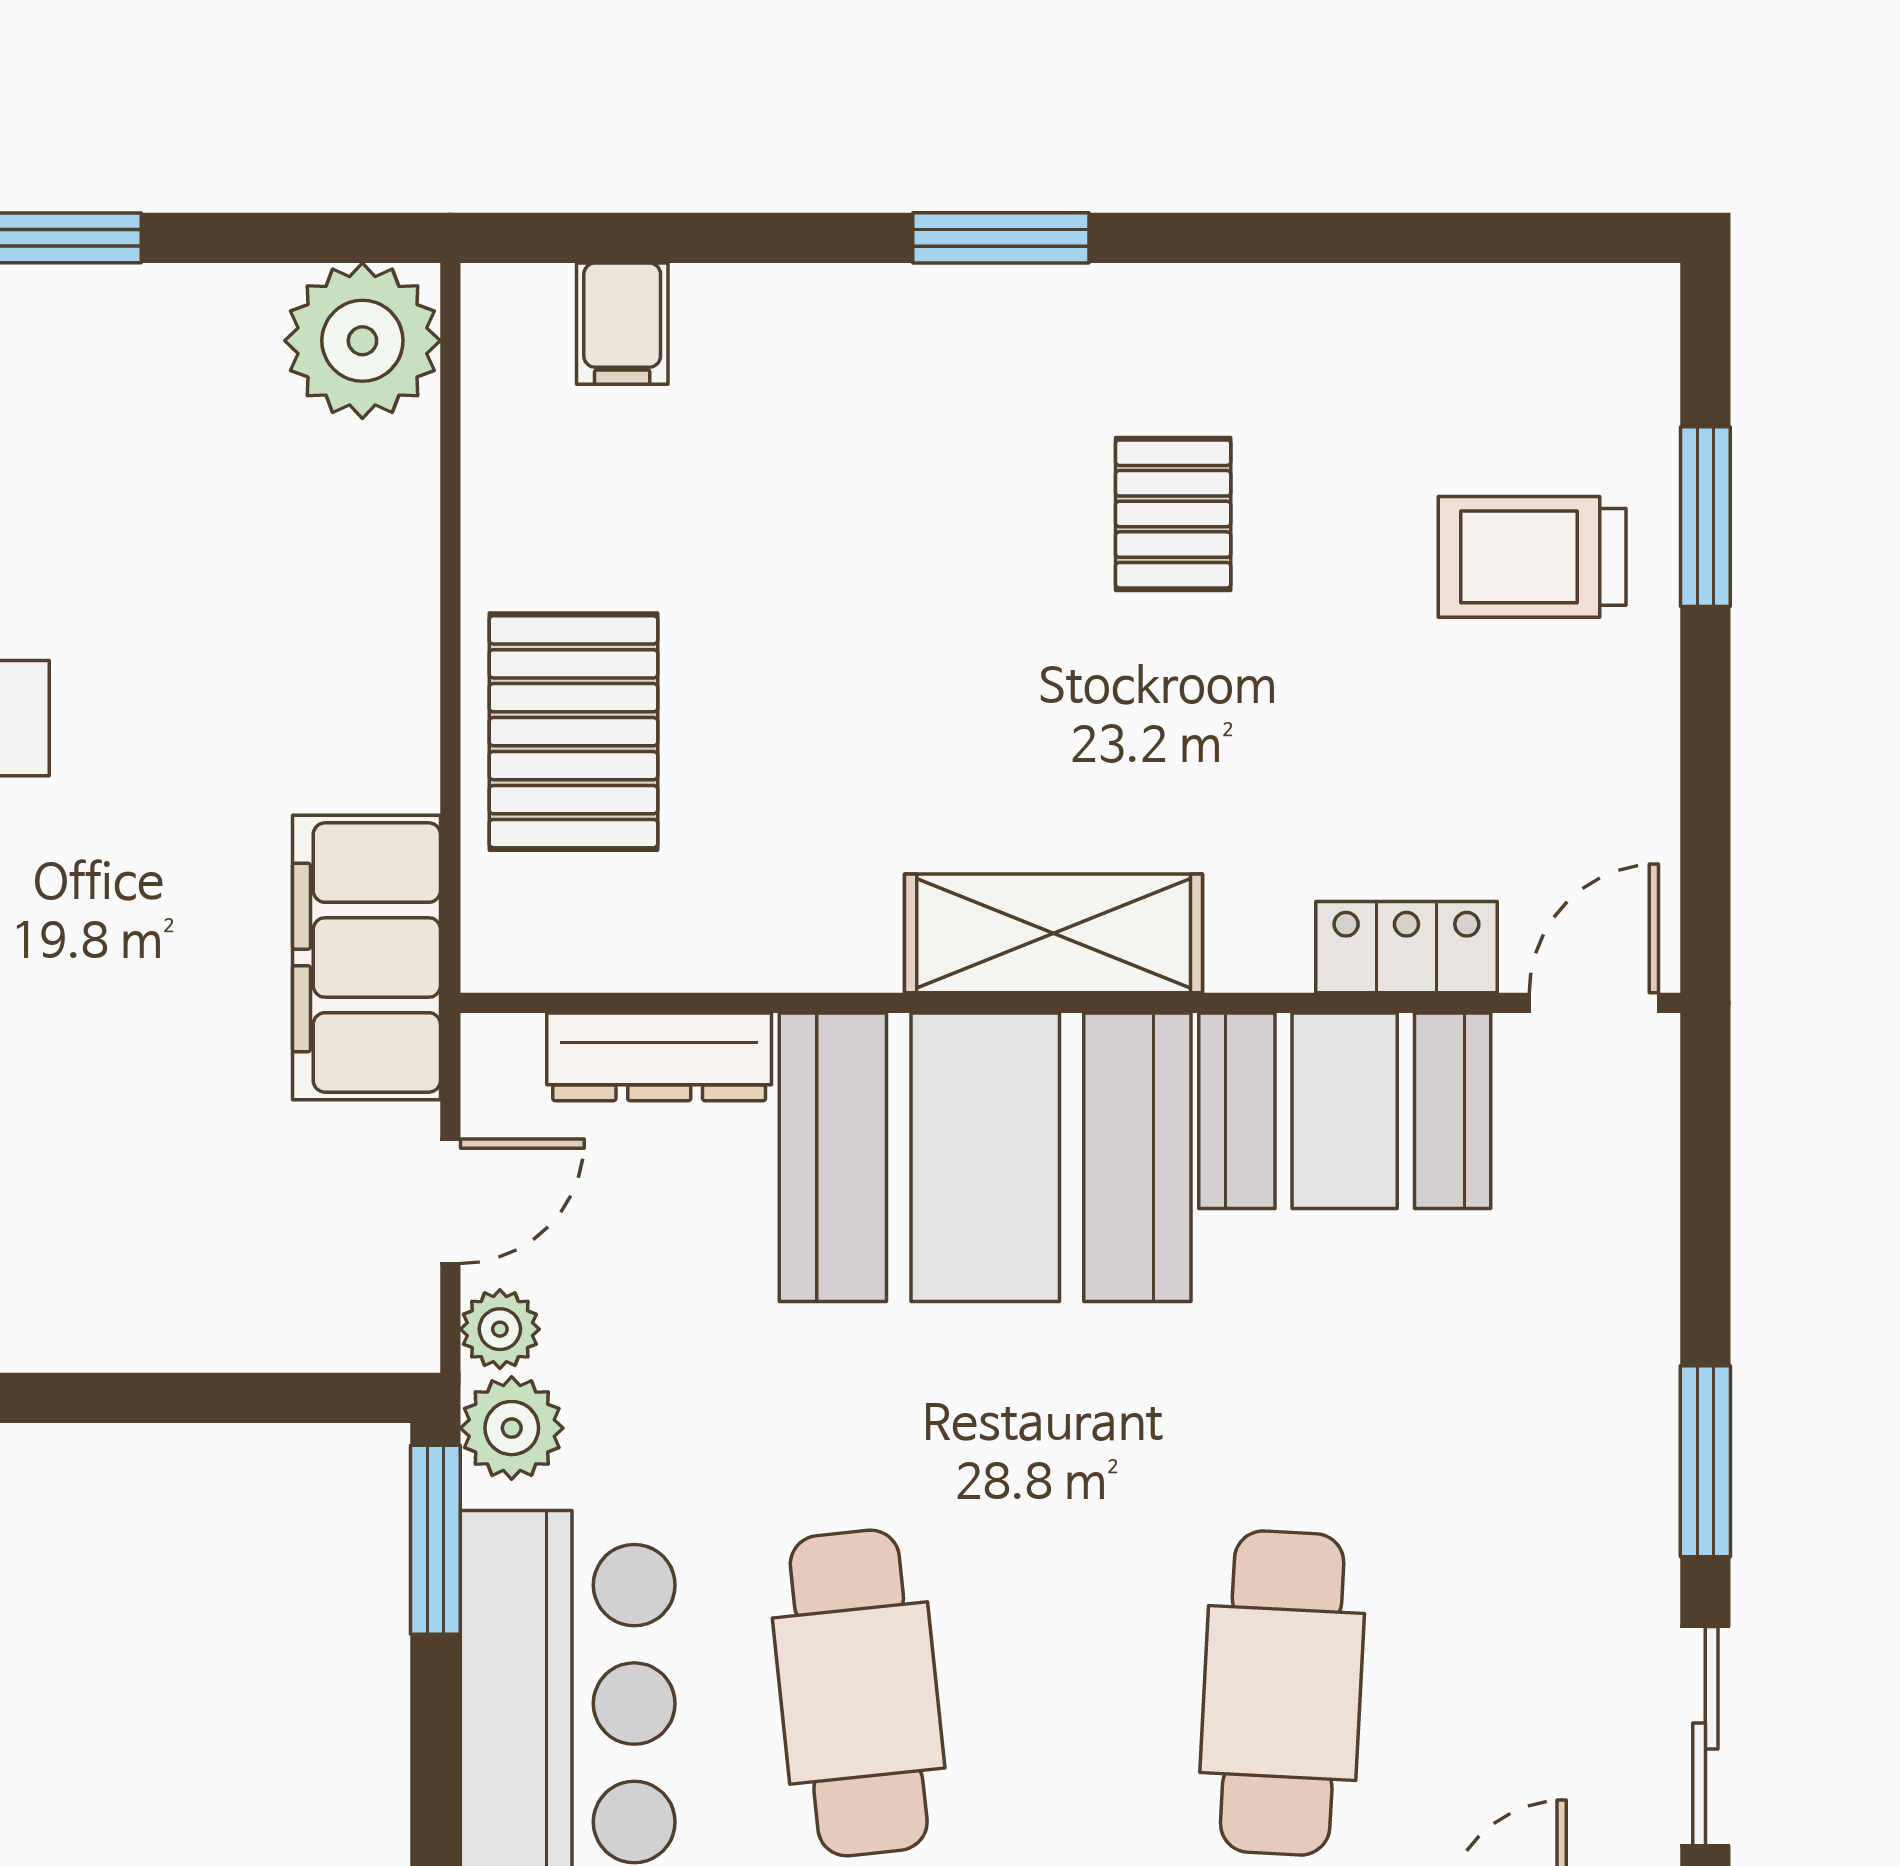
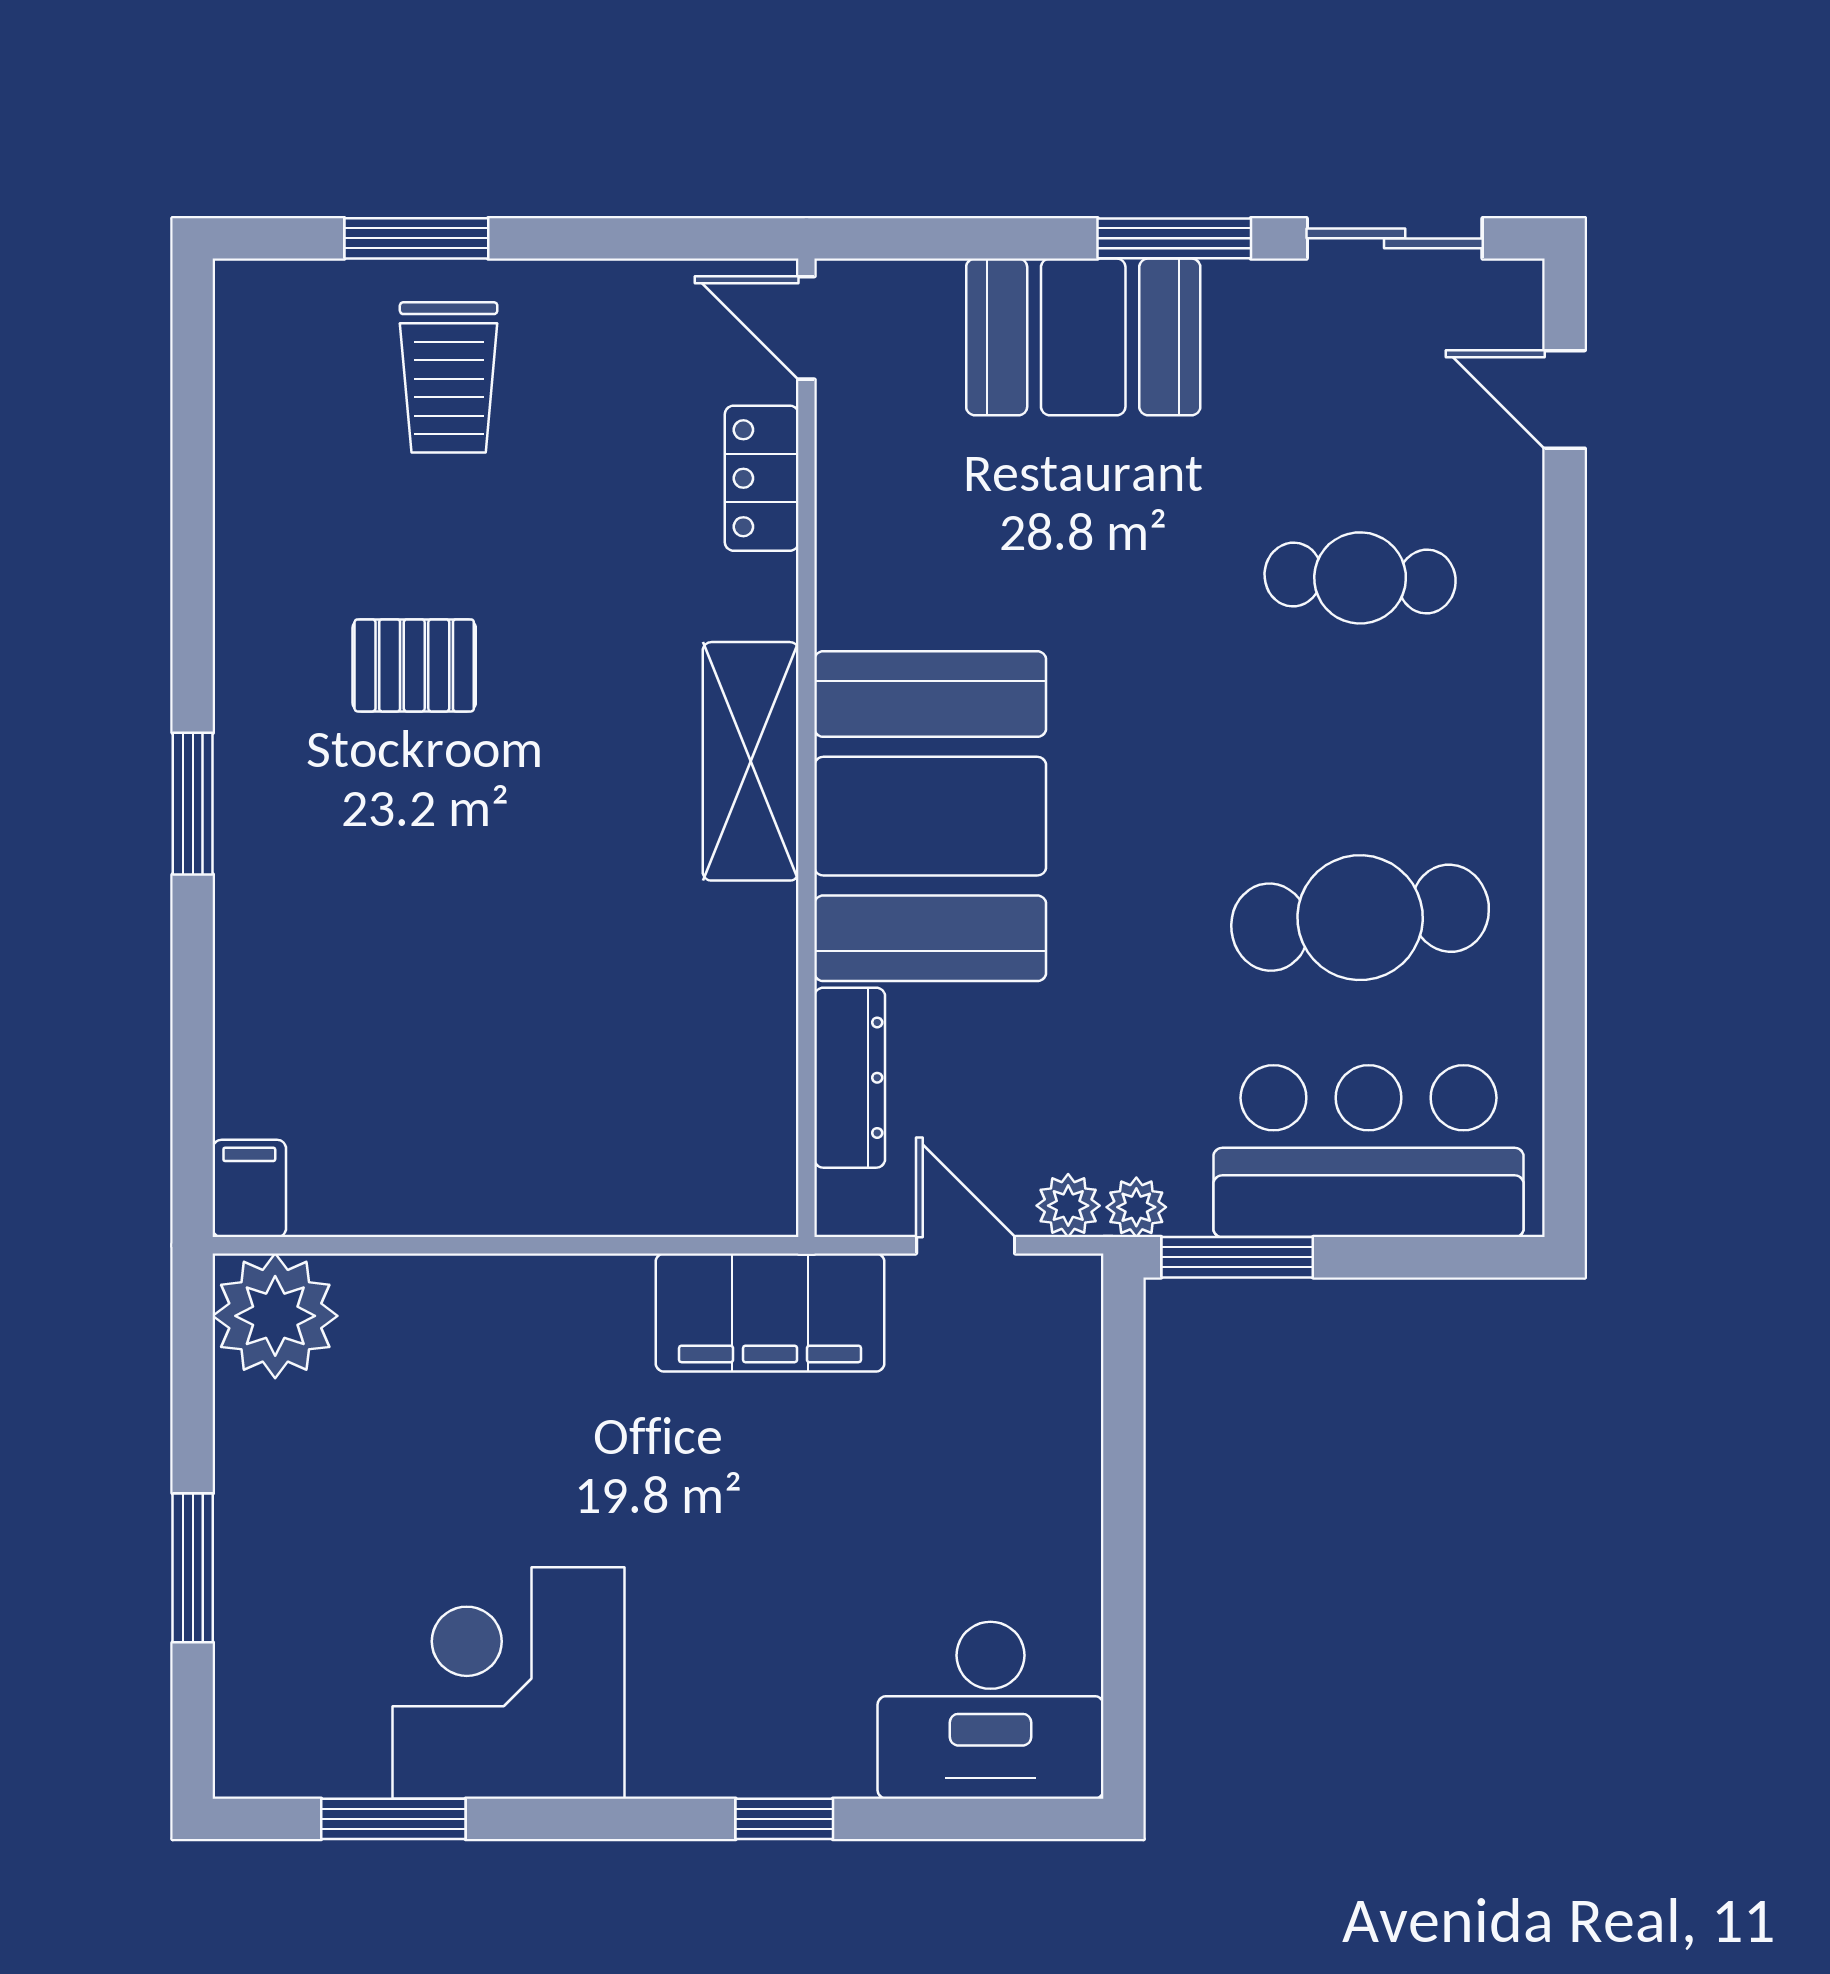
filing cabinet: (622, 324) -> (249, 1188), moved, turned -90
pallet: (573, 732) -> (589, 1147), removed
booth: (1345, 1111) -> (1083, 337), moved, turned 90
plant: (512, 1428) -> (1136, 1207), width x0.73, depth x0.73
cafe table: (1282, 1693) -> (1360, 578), width x0.73, depth x0.74

